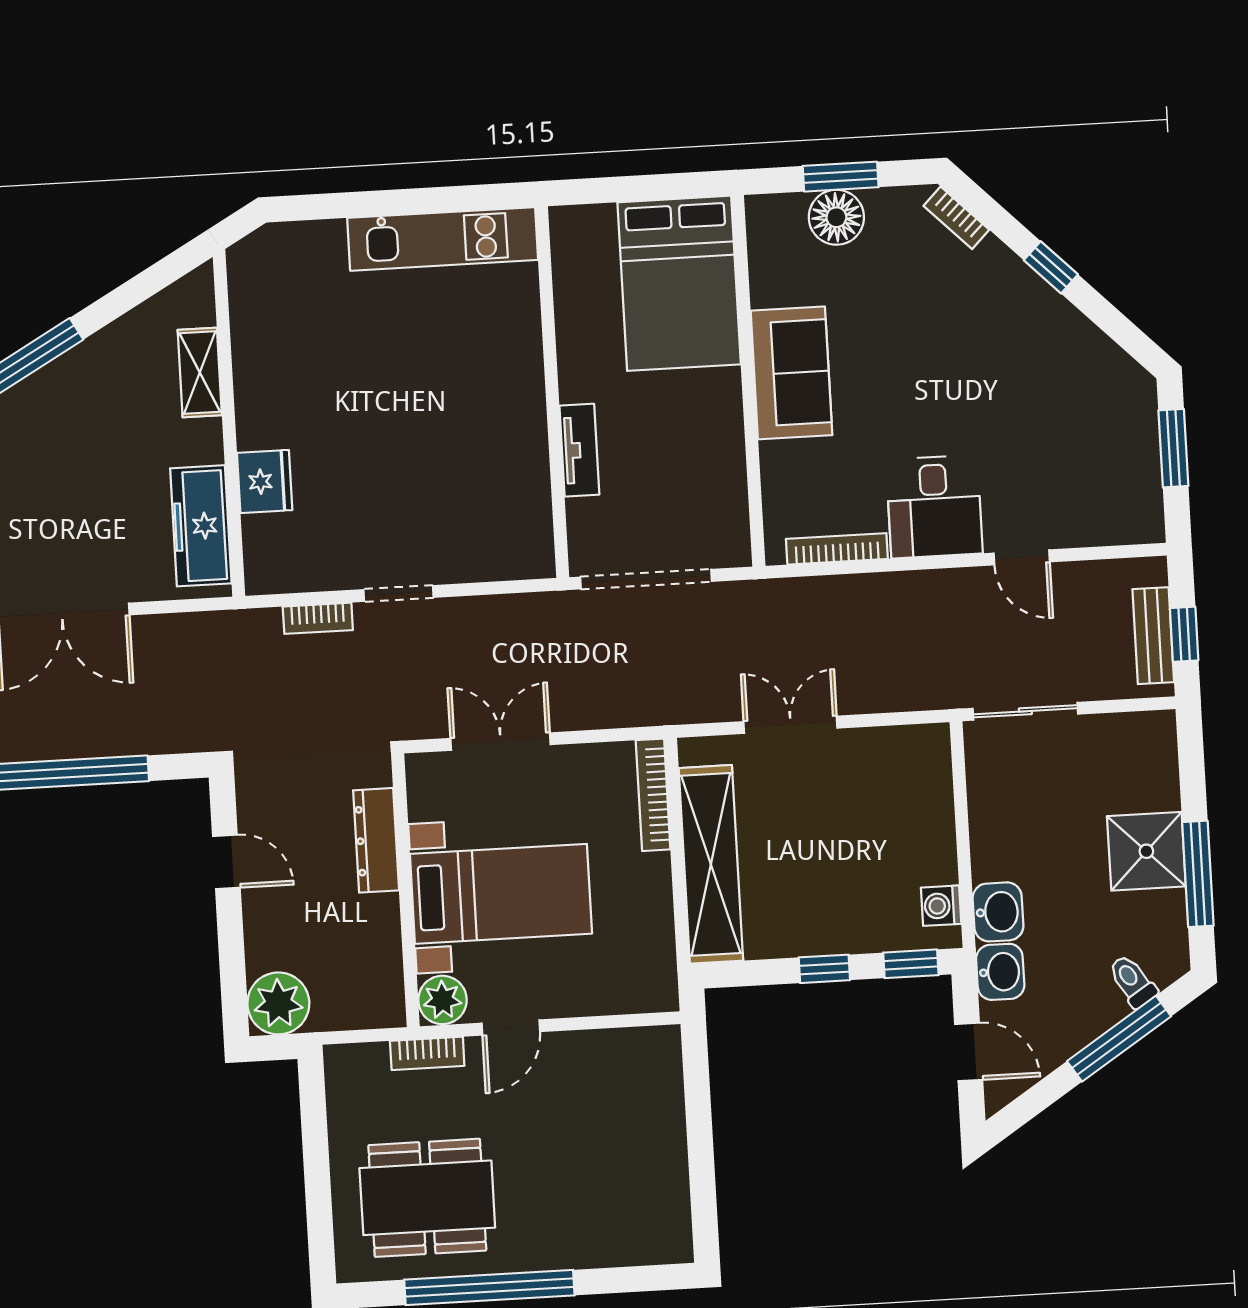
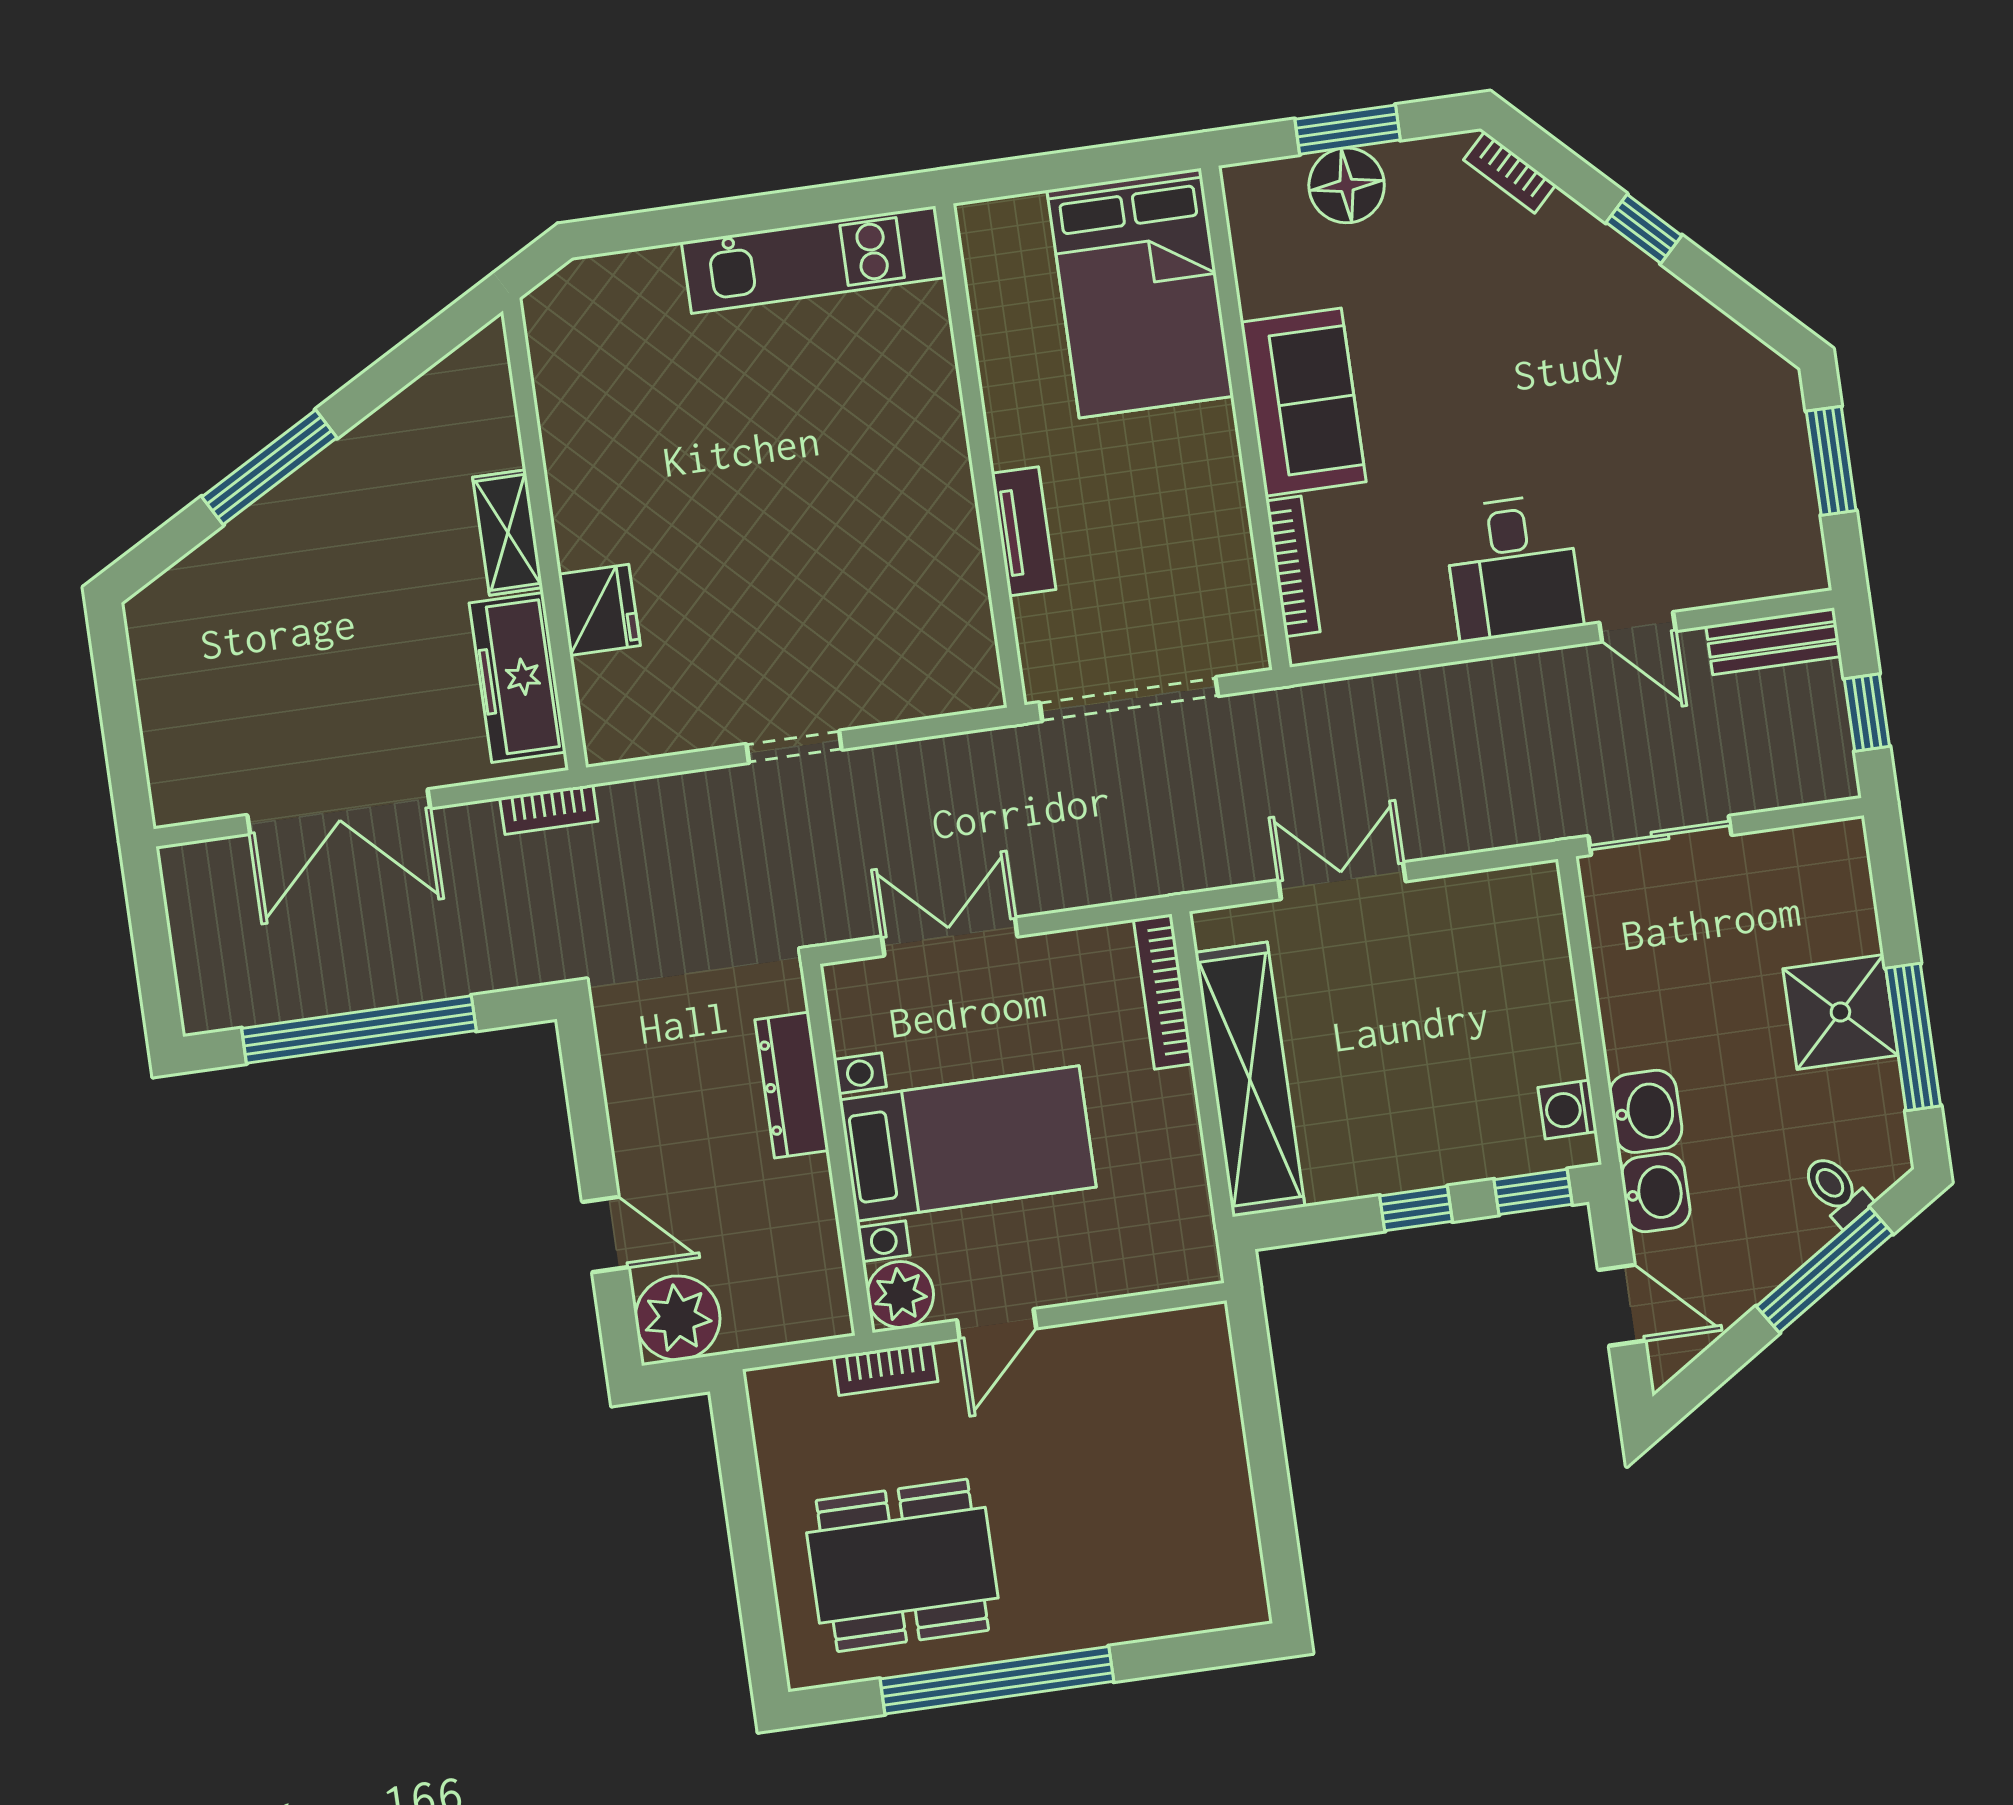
shelving: (200, 372) -> (508, 532), moved
bookcase: (837, 549) -> (1293, 566), moved, turned 90
bookcase: (318, 618) -> (549, 810), moved
bench: (1153, 636) -> (1774, 641), moved, turned 90
door: (226, 862) -> (605, 1234), moved

